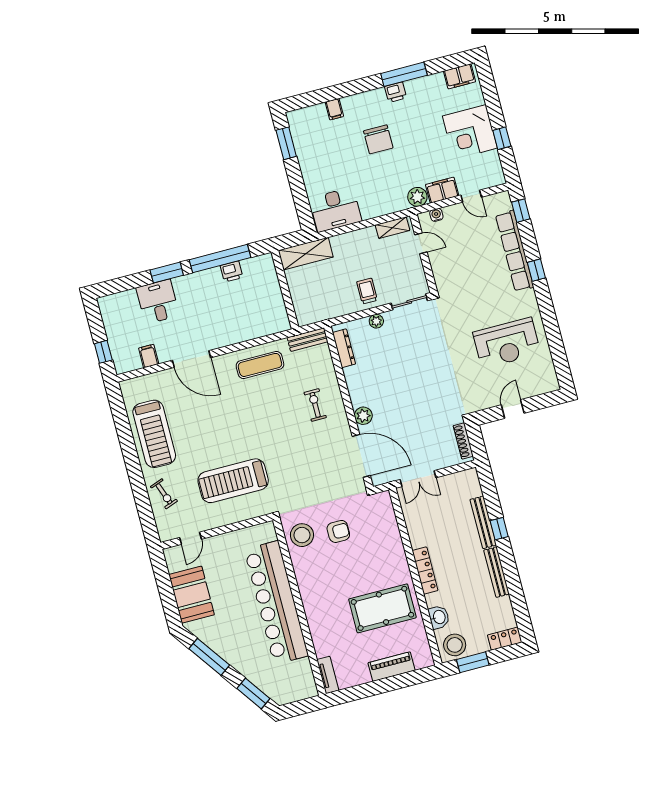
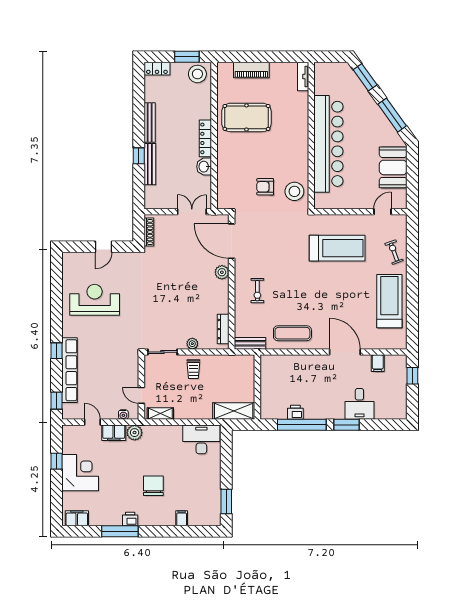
washbasin: (439, 617) -> (204, 167), moved

